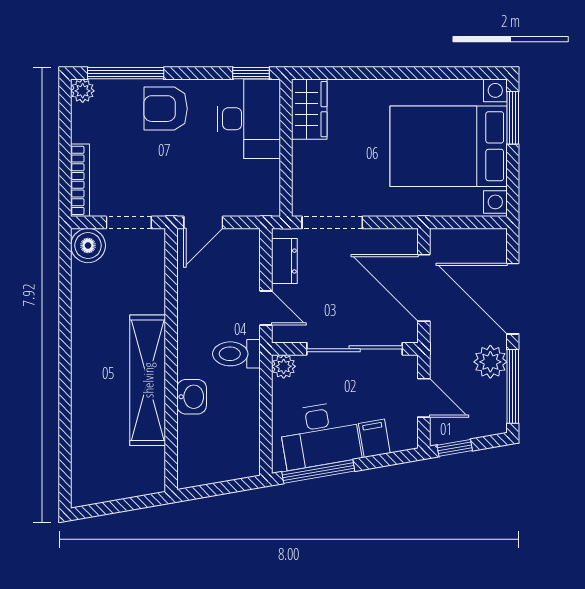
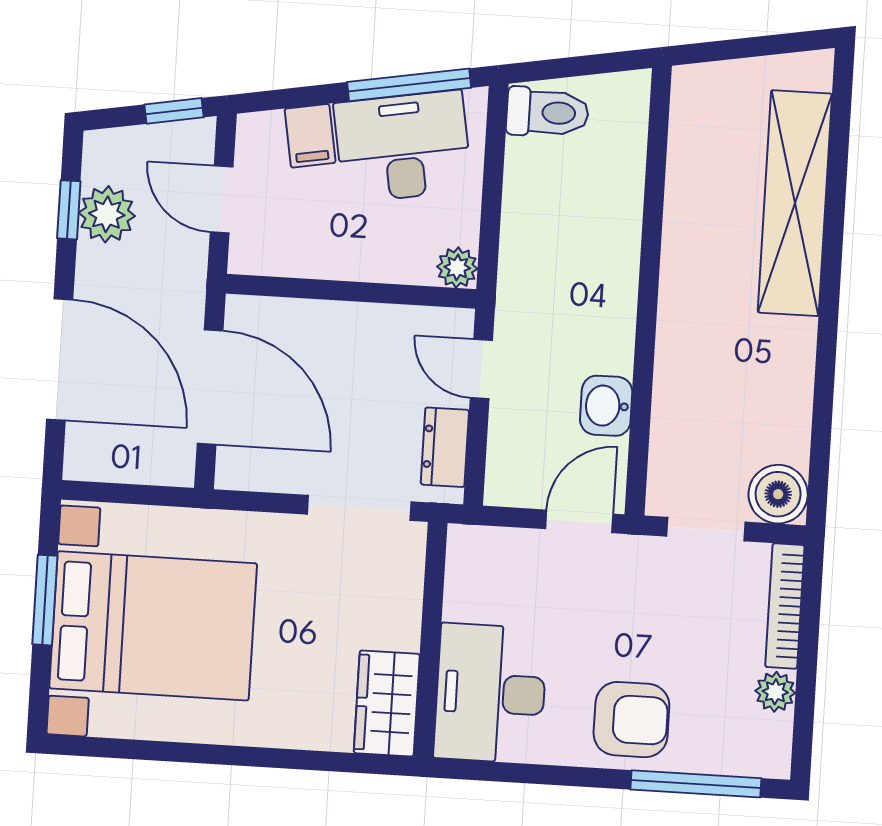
window: (251, 73) -> (482, 771), removed
plant: (83, 91) -> (775, 692), moved
window: (513, 118) -> (45, 600), moved
sliding door: (355, 349) -> (335, 290), removed
toilet: (236, 354) -> (547, 112), moved
plant: (490, 362) -> (107, 214), moved
shelving: (148, 380) -> (795, 203), moved
window: (513, 386) -> (69, 210), width x0.46
washbasin: (192, 397) -> (606, 406), moved

